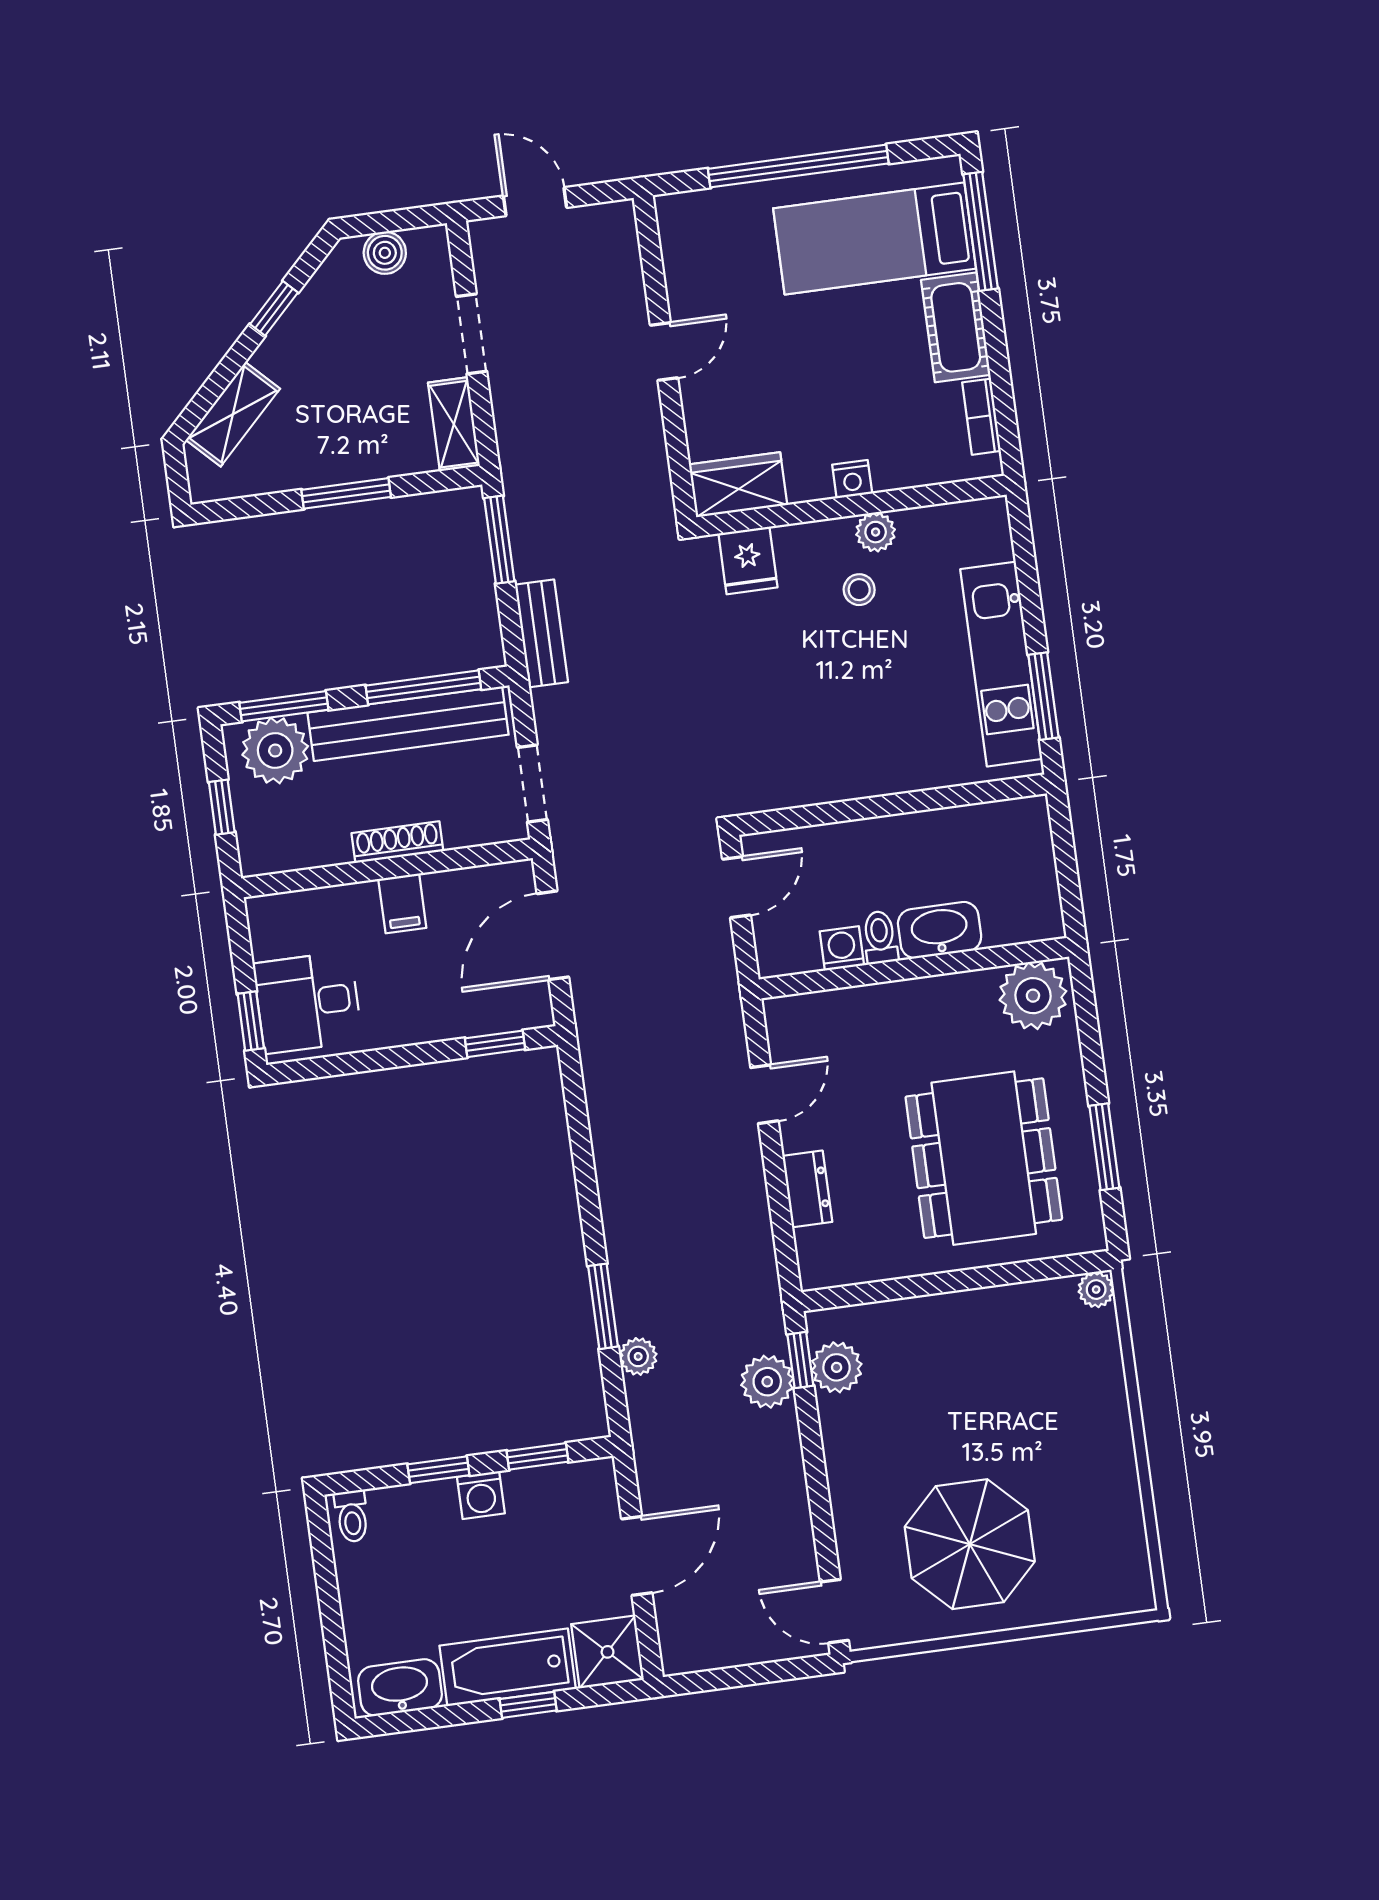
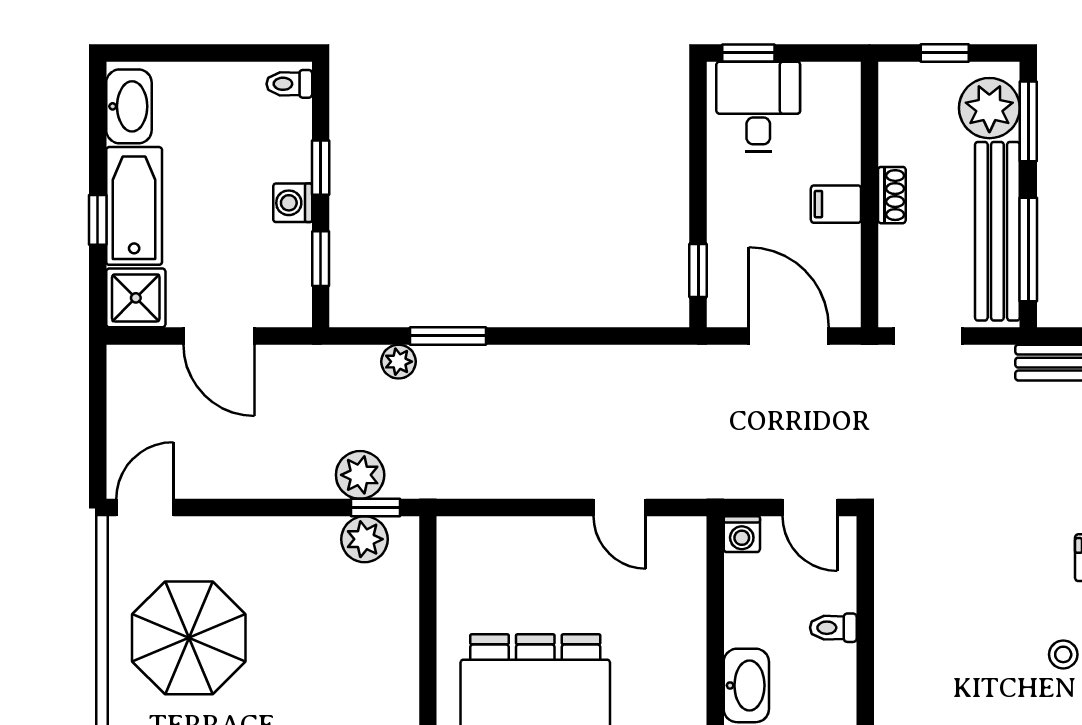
shoe rack: (397, 842) -> (892, 195), width x0.70
toilet: (880, 937) -> (833, 628), moved, turned 180
washing machine: (842, 948) -> (742, 534), moved, turned 90
dresser: (807, 1189) -> (529, 535), removed

